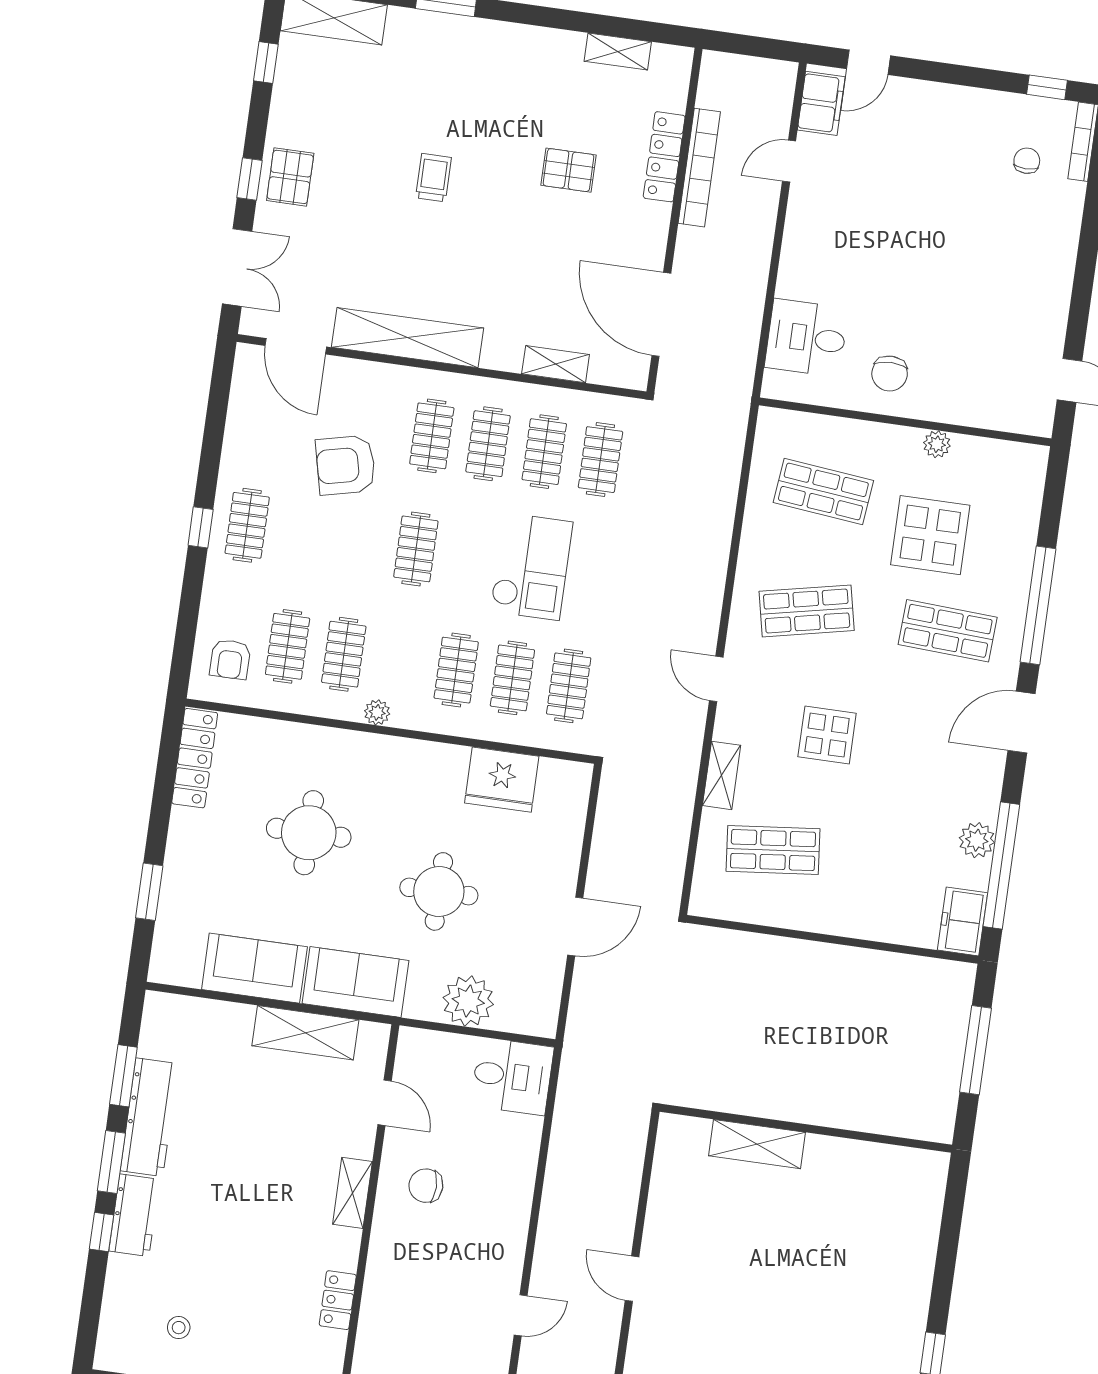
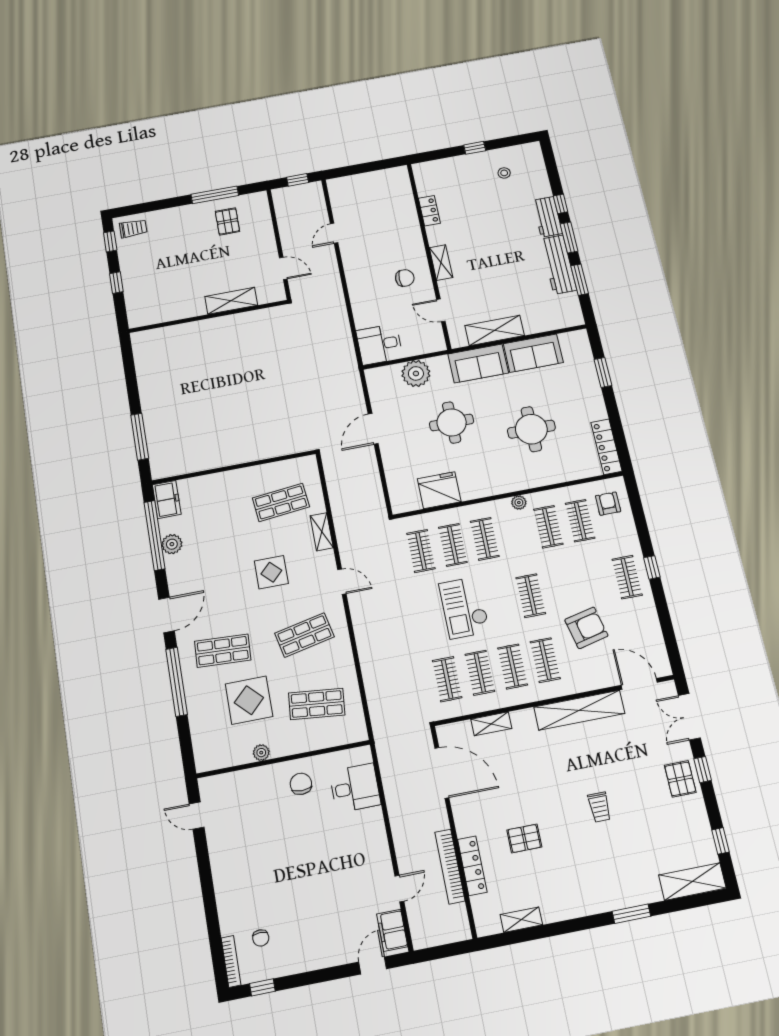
wall: (806, 1128) -> (208, 316), moved
shelving: (757, 1144) -> (231, 301), moved

